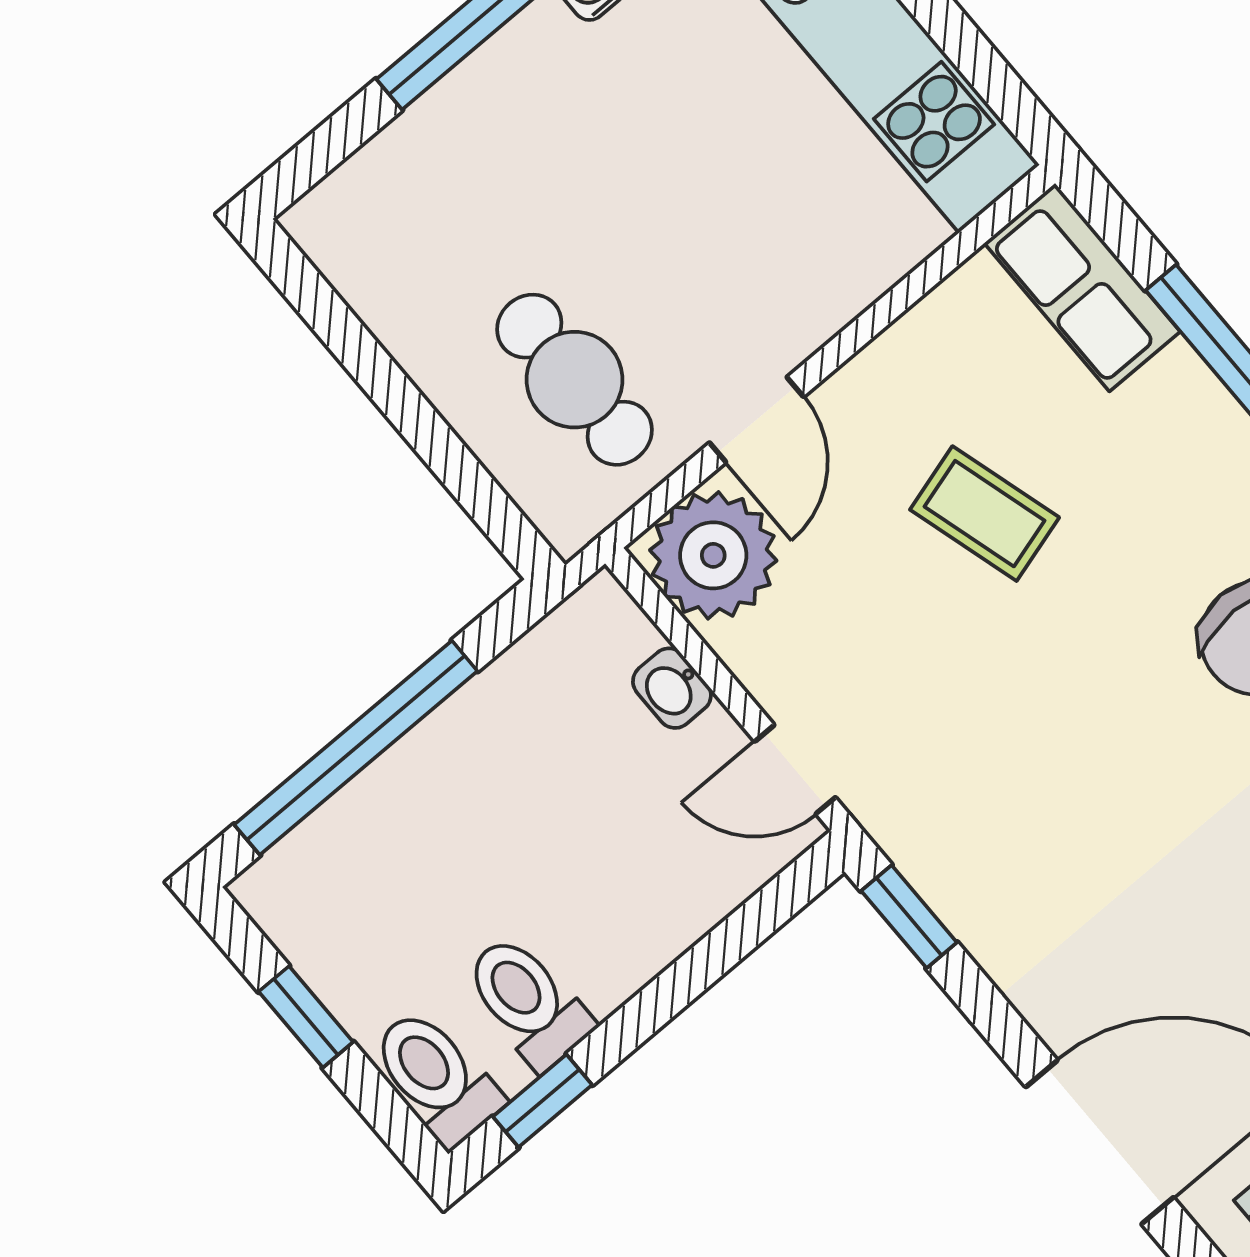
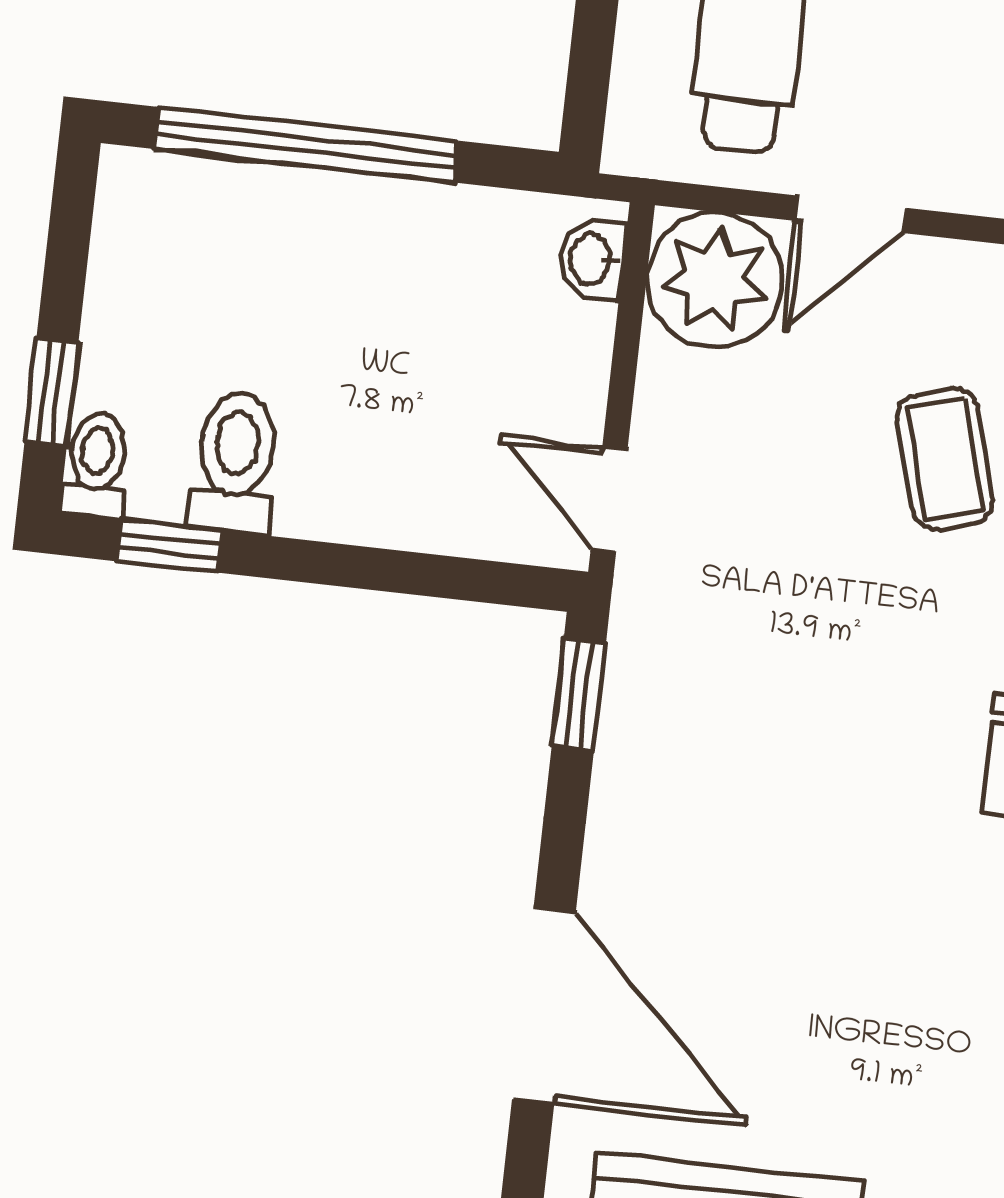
washbasin: (672, 688) -> (592, 259), moved
window: (306, 1017) -> (52, 392), moved
toilet: (436, 1077) -> (96, 465), width x0.73, depth x0.72

